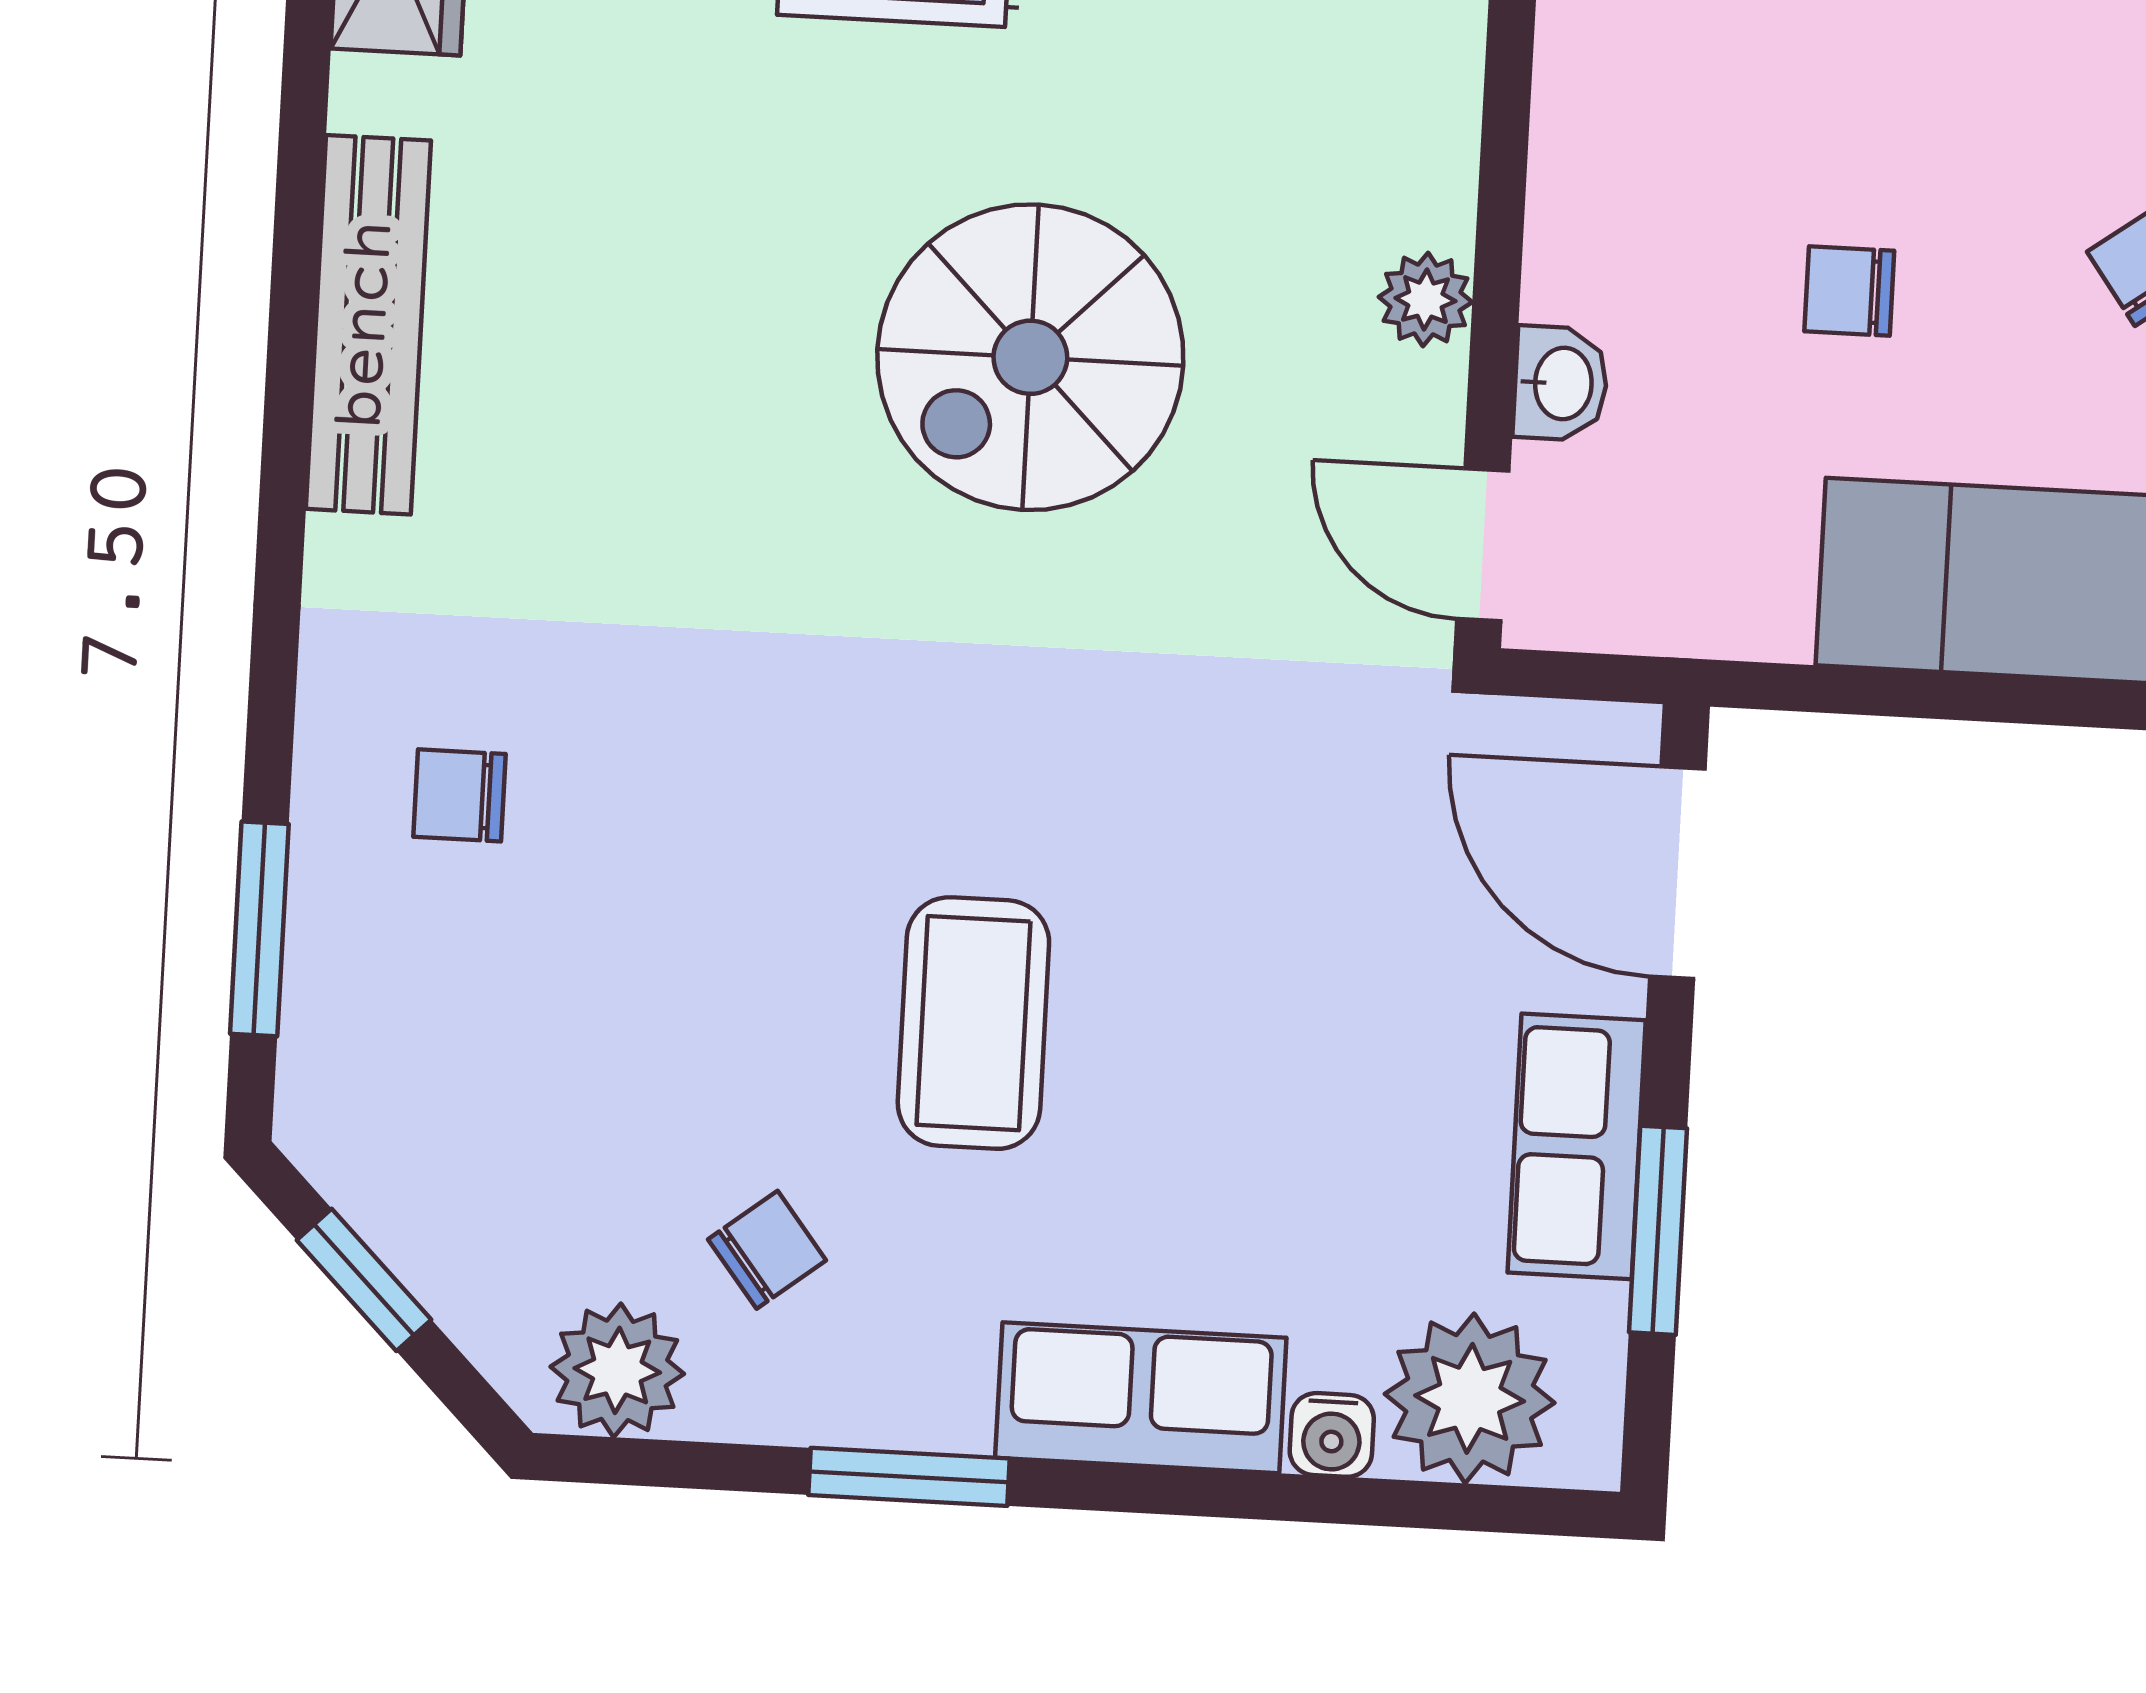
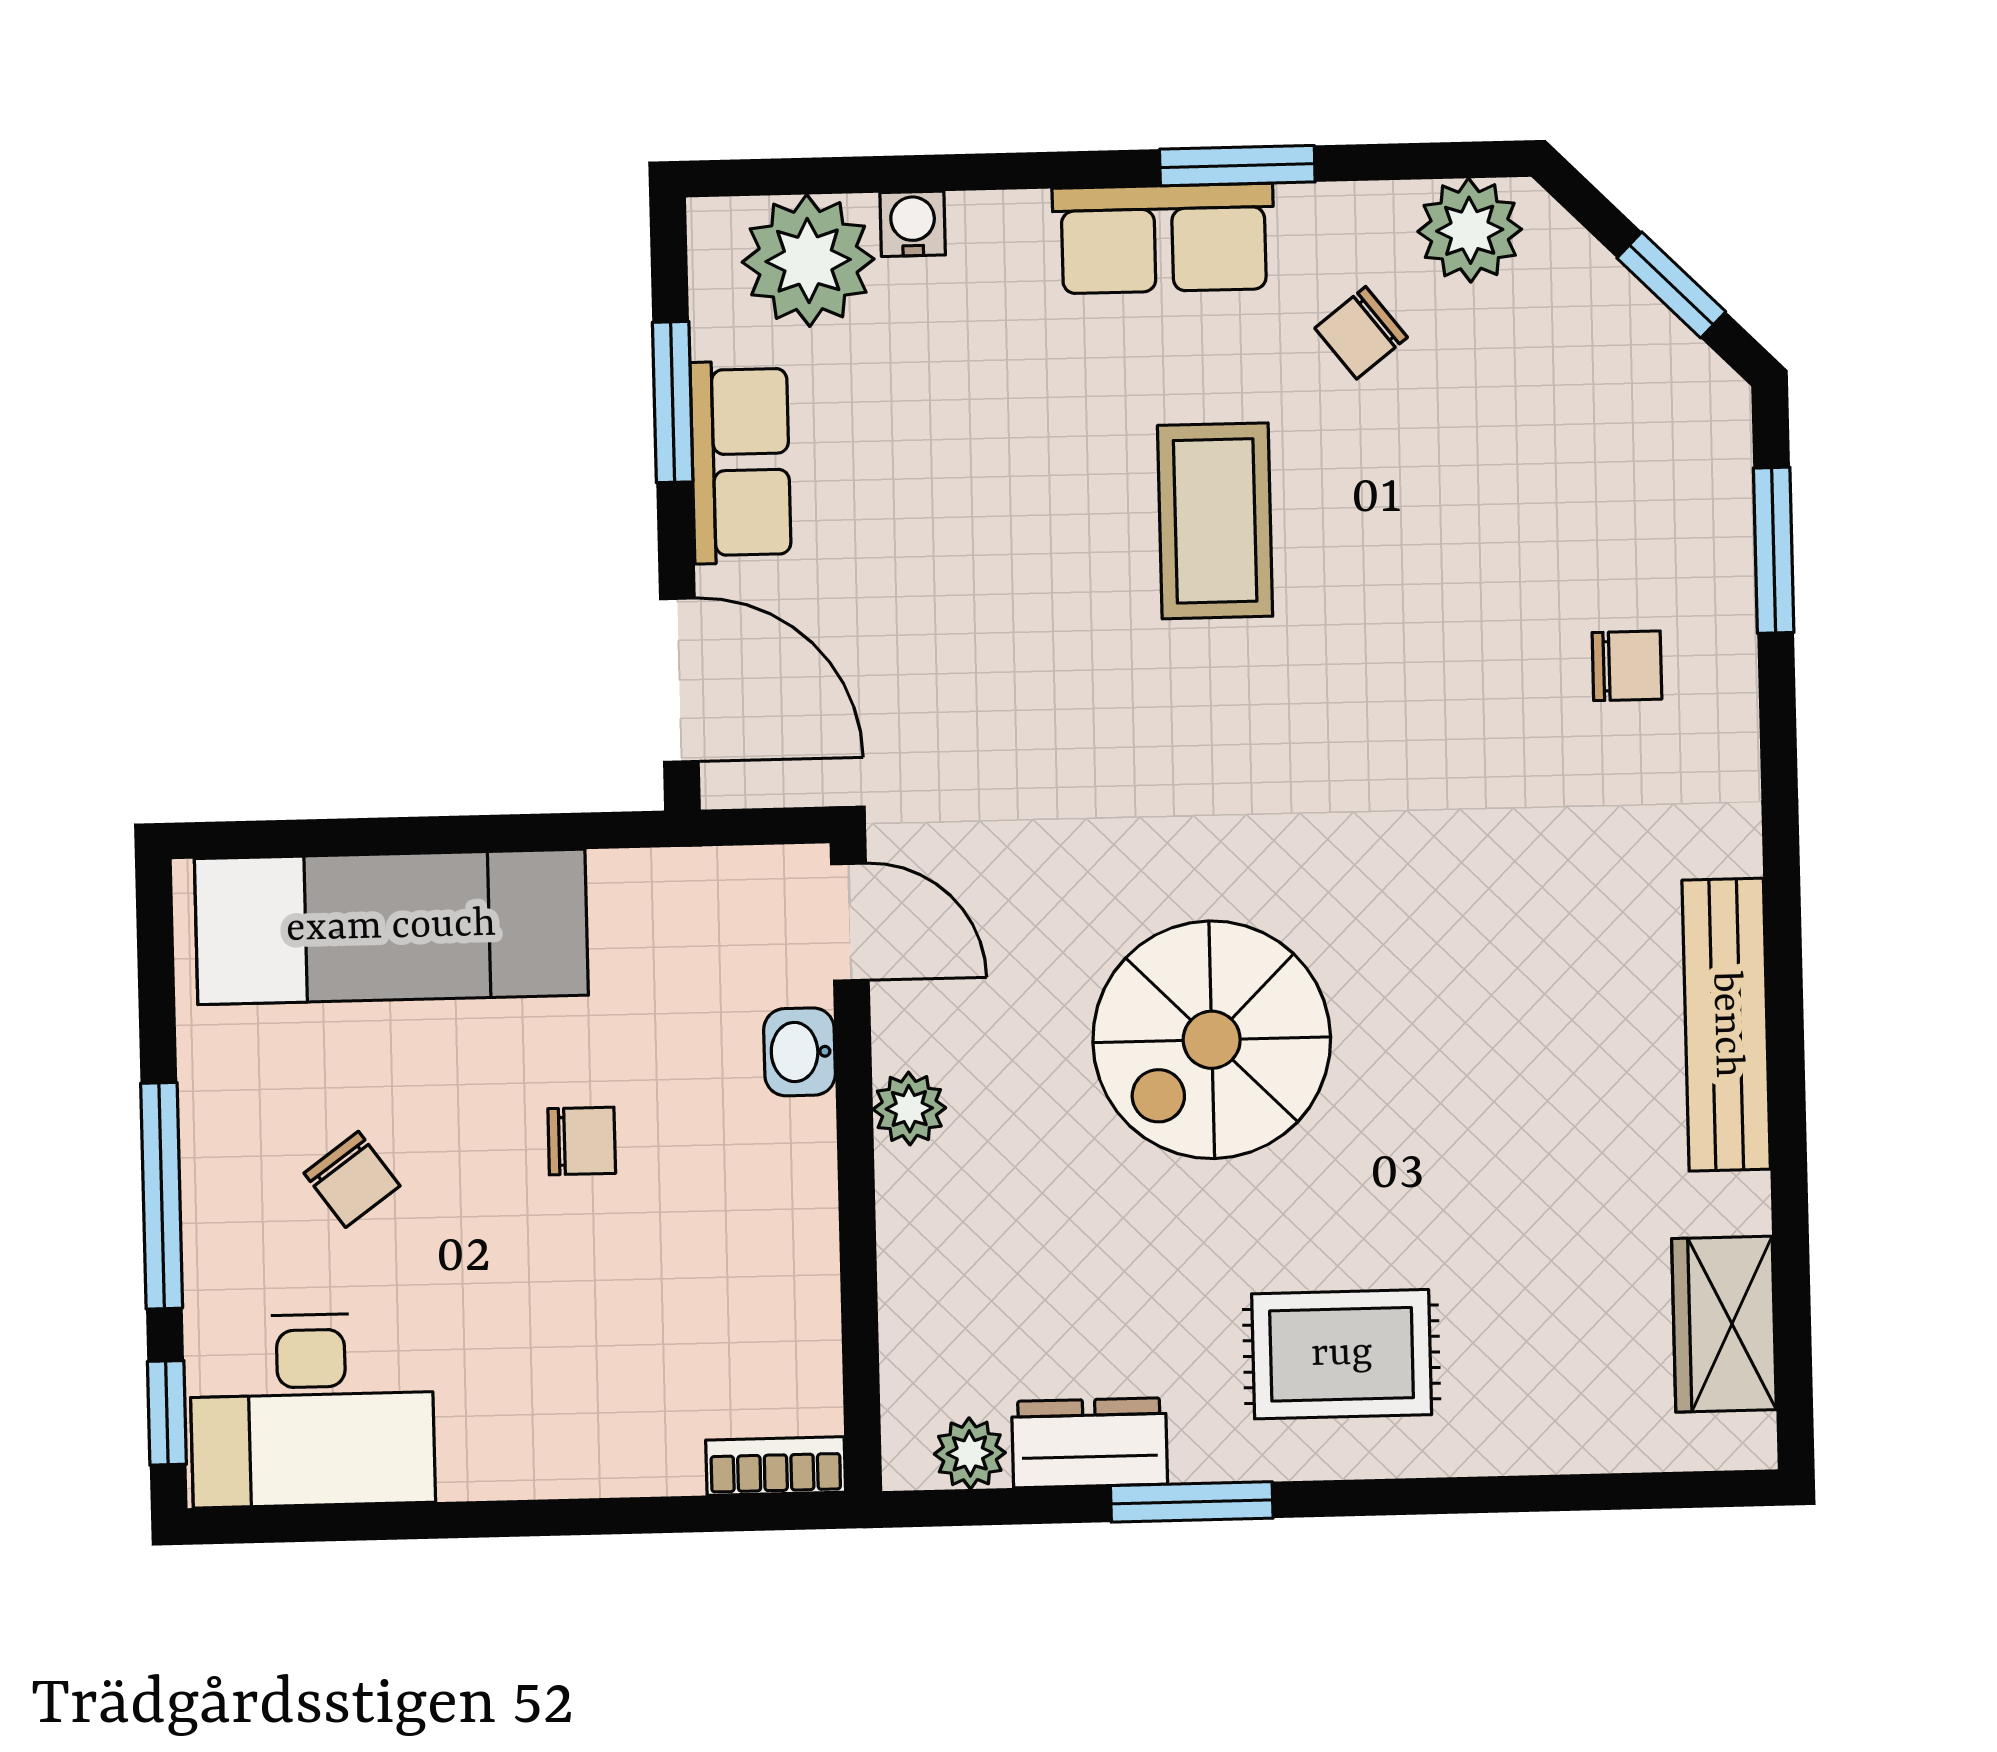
spiral stairs: (1030, 357) -> (1212, 1040), turned 180
row of seats: (1141, 1398) -> (1164, 238), moved

